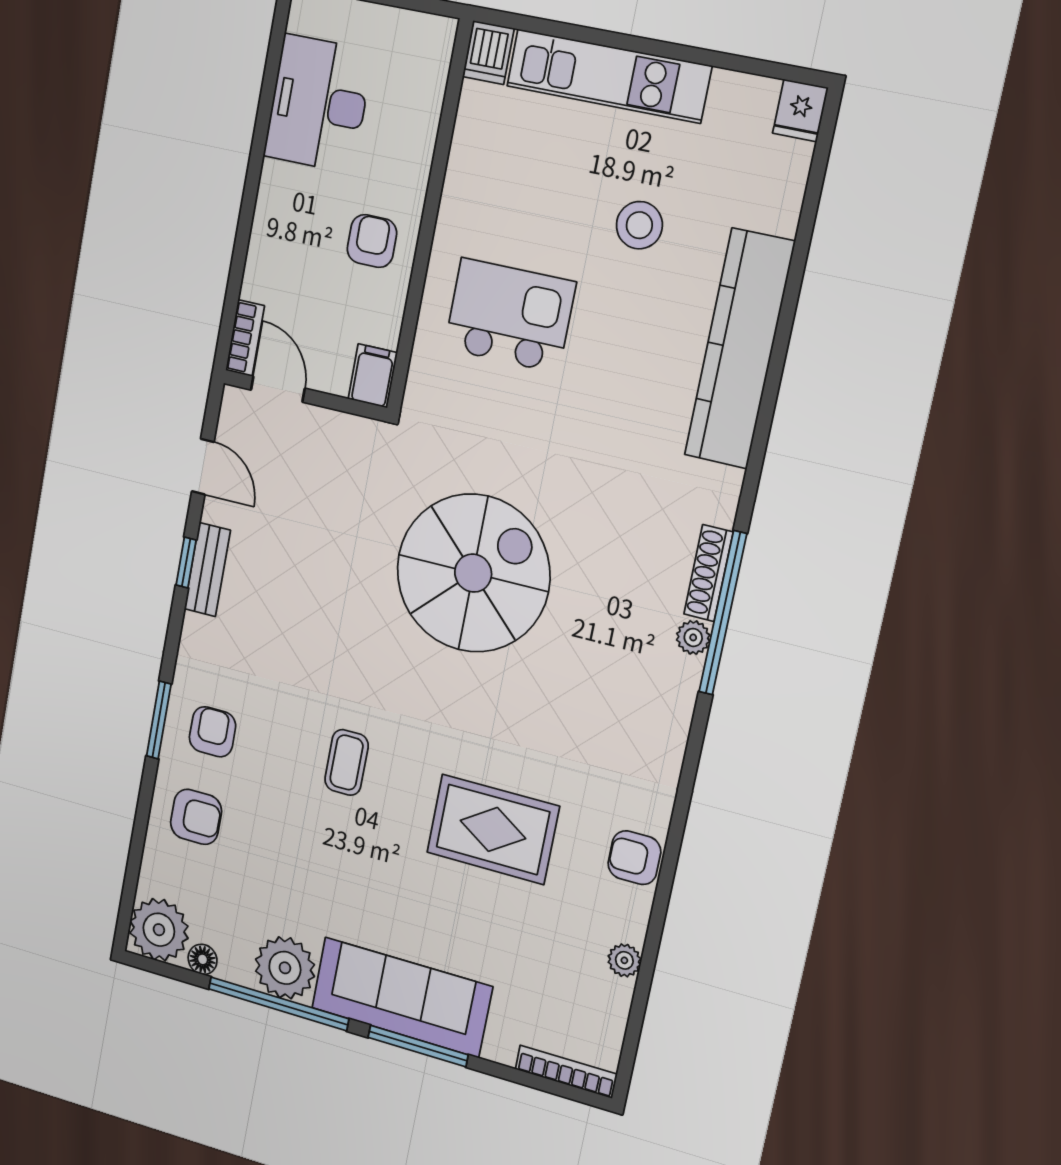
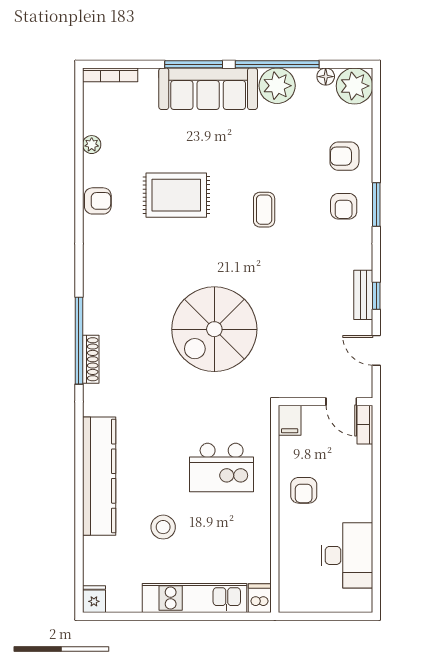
plant: (693, 637) -> (92, 324), removed

